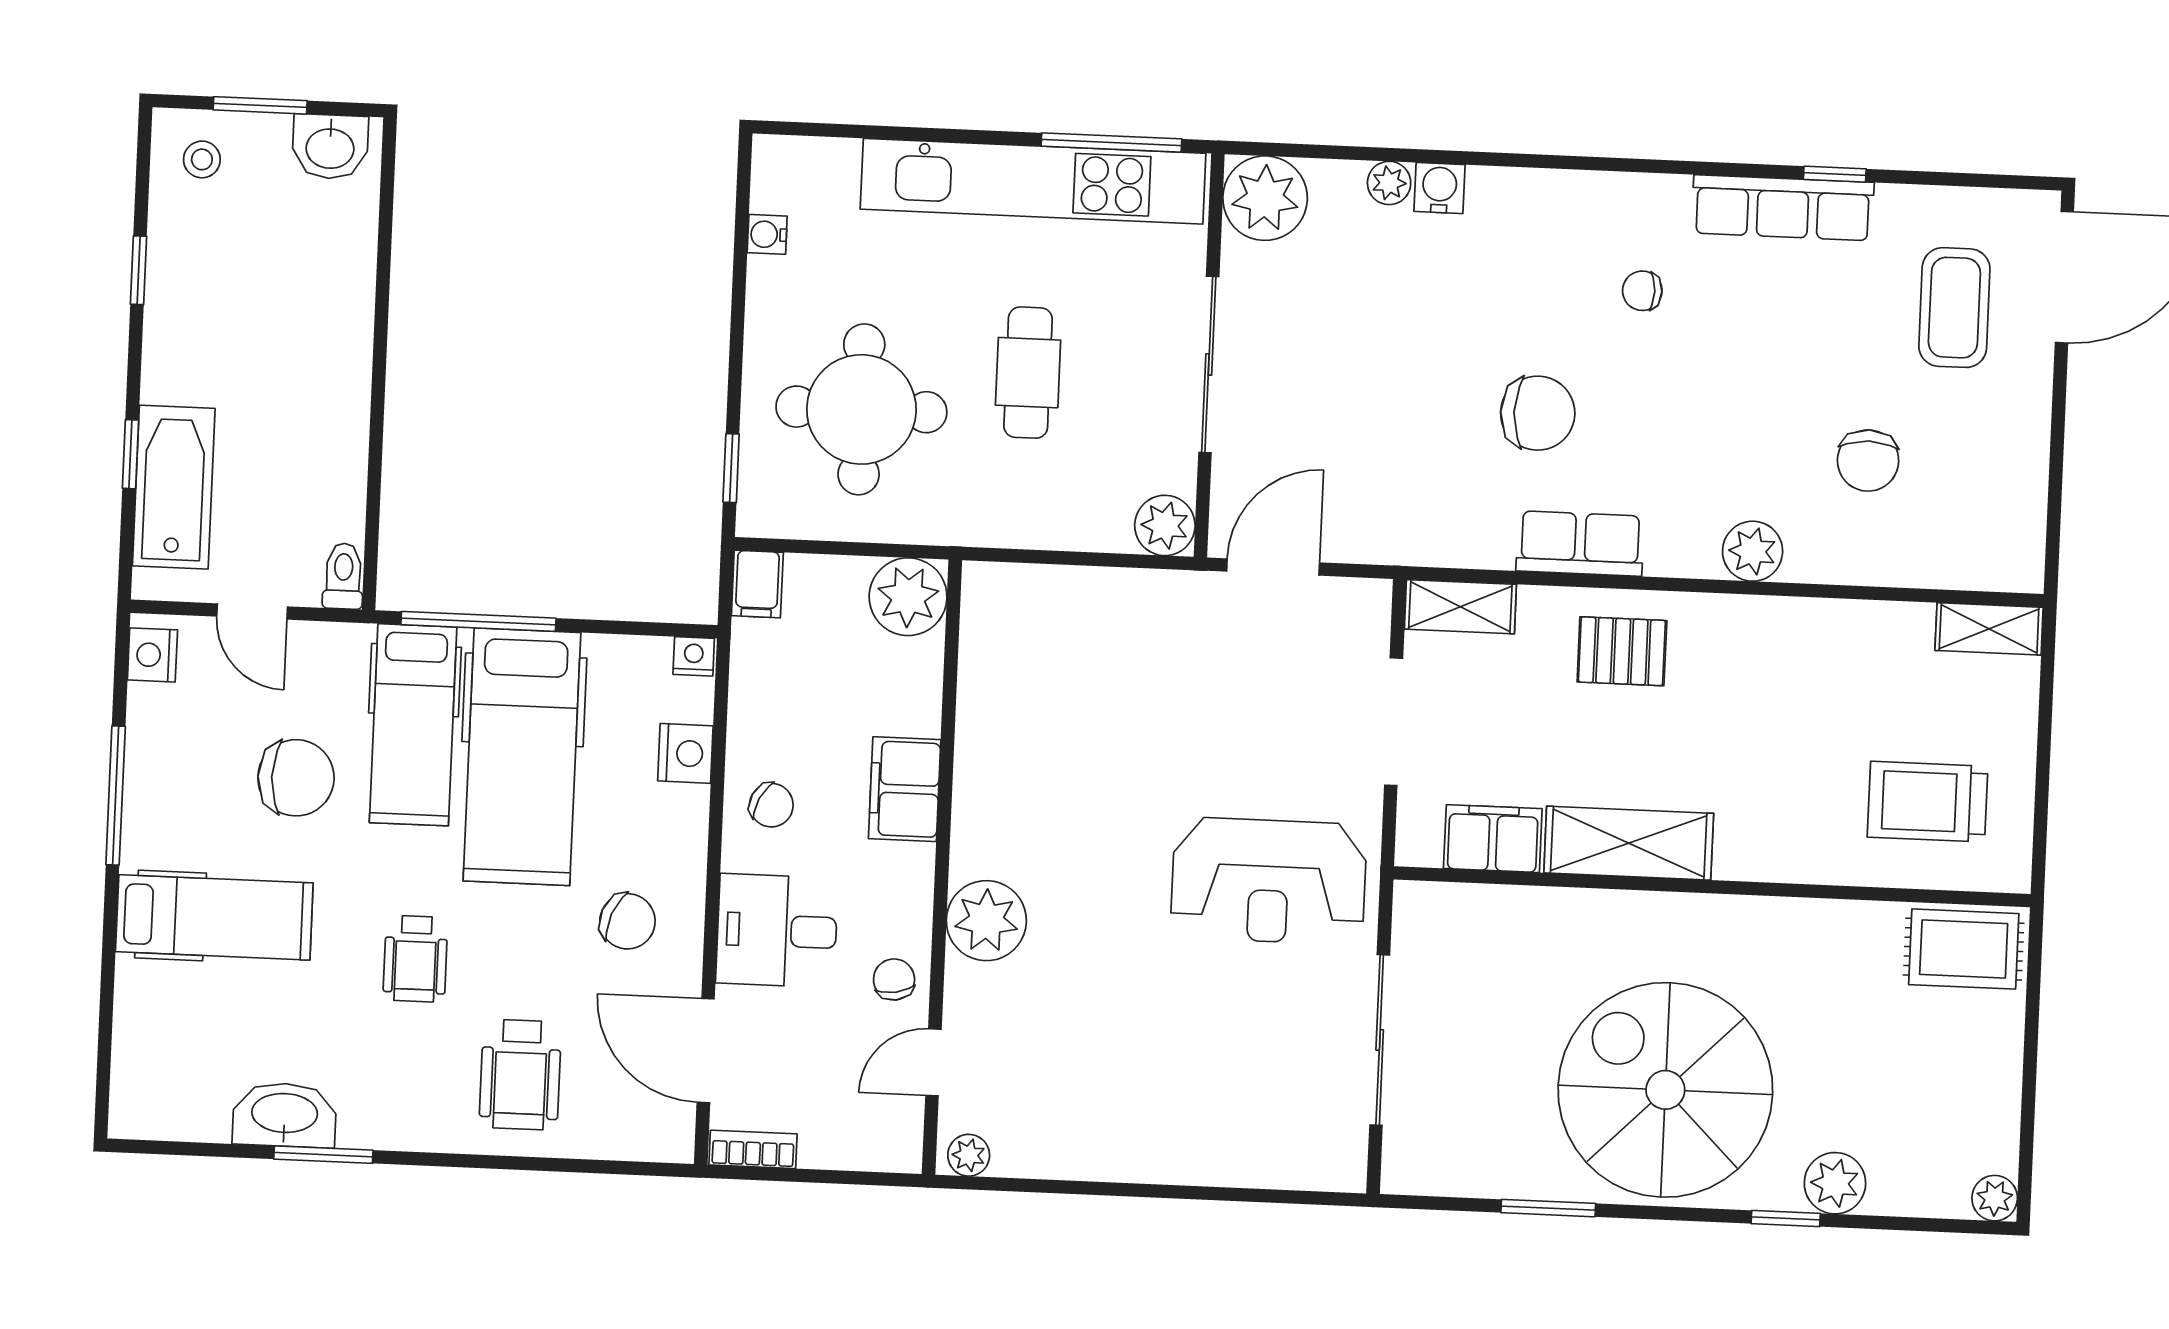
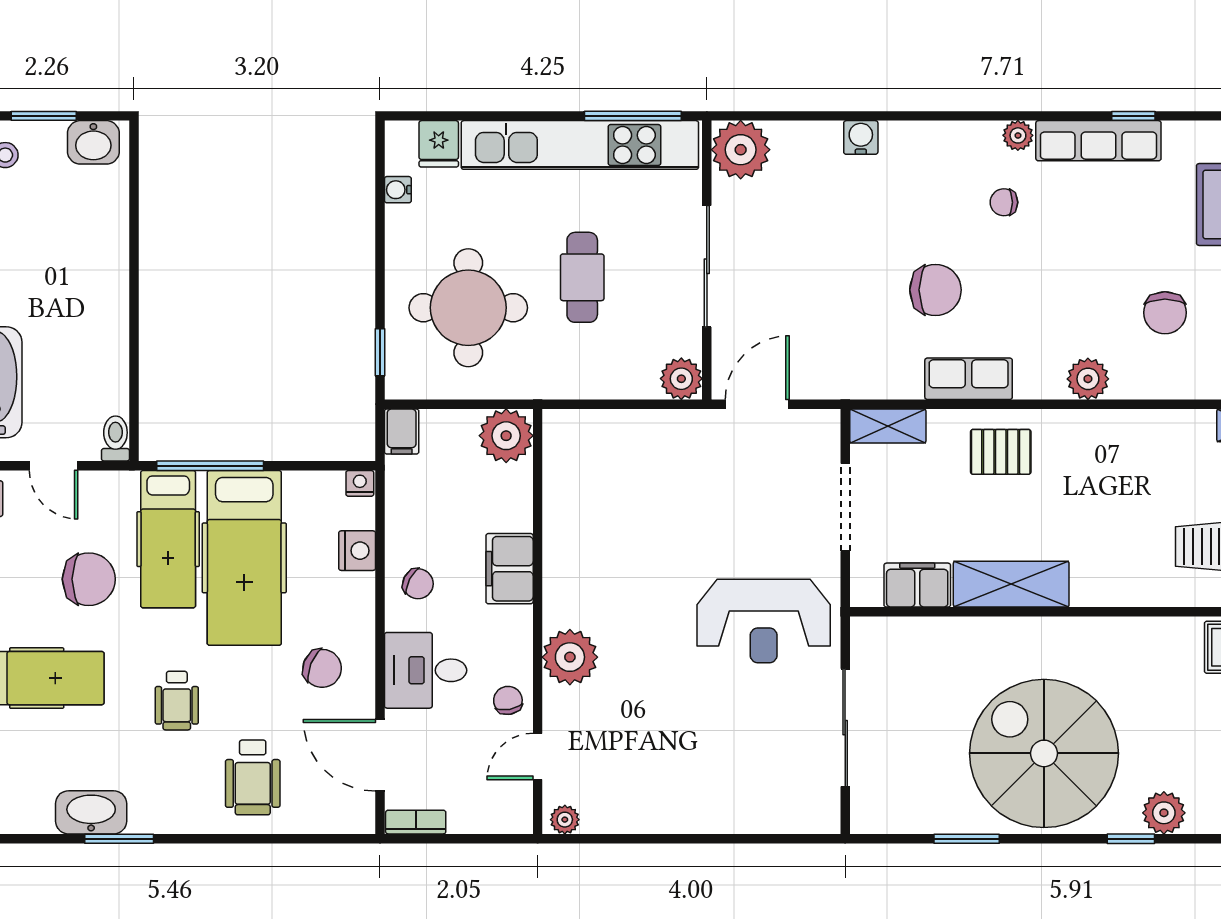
fridge: (829, 171) -> (439, 144), added
plant: (1389, 183) -> (1018, 135), moved

